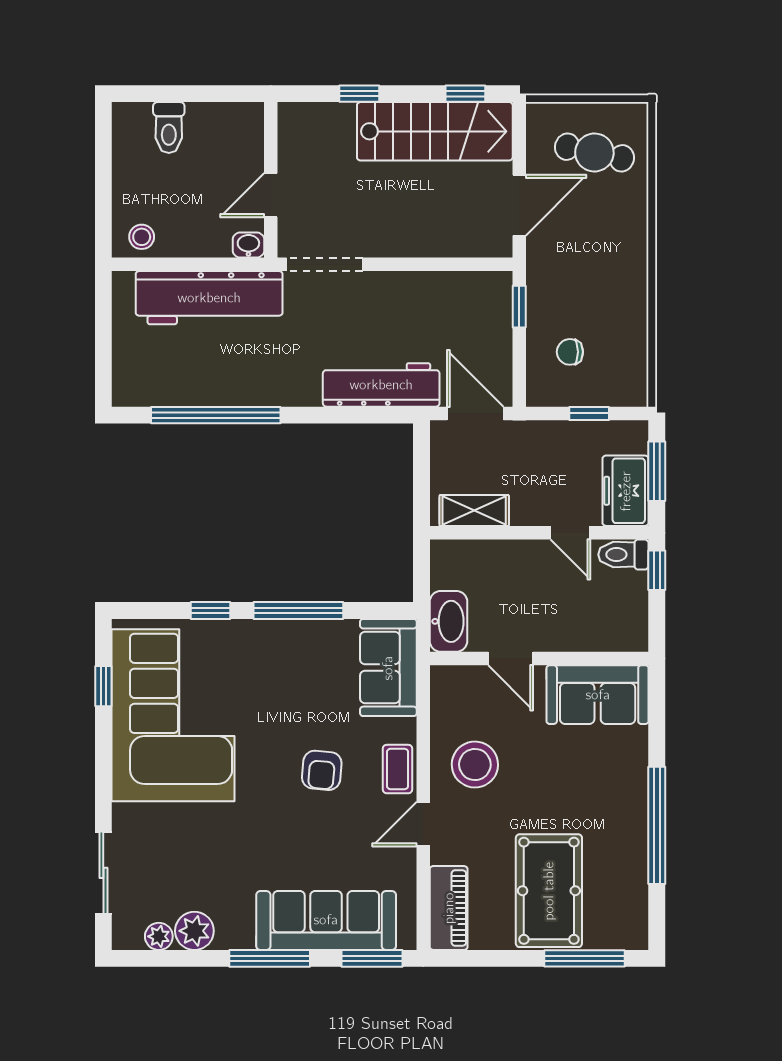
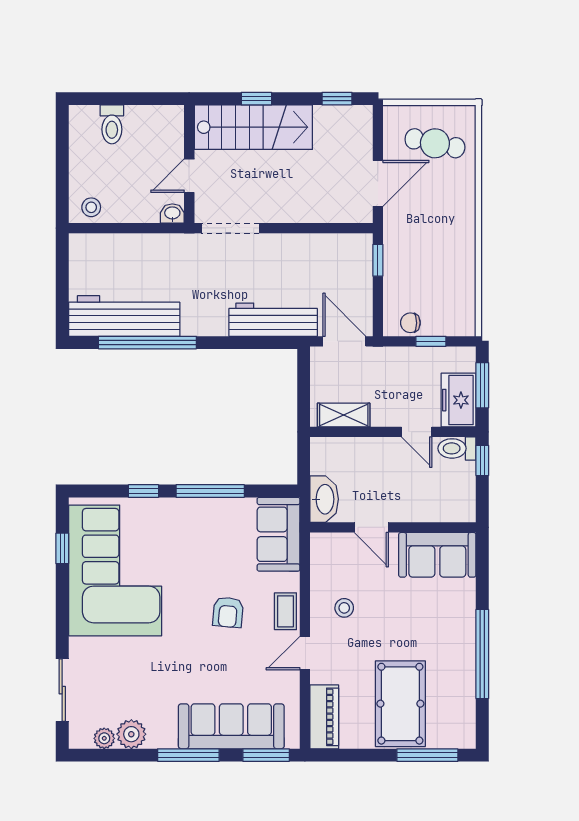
stairs: (435, 131) -> (253, 127), moved
workbench: (209, 298) -> (124, 316), moved, turned 180
chair: (570, 352) -> (410, 323), moved
stool: (475, 765) -> (344, 608), width x0.53, depth x0.53

